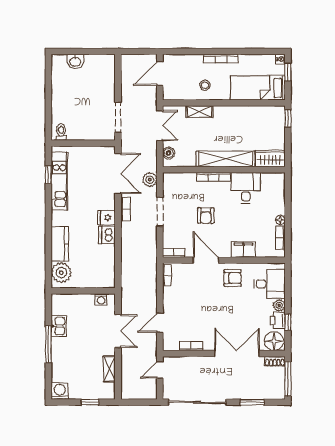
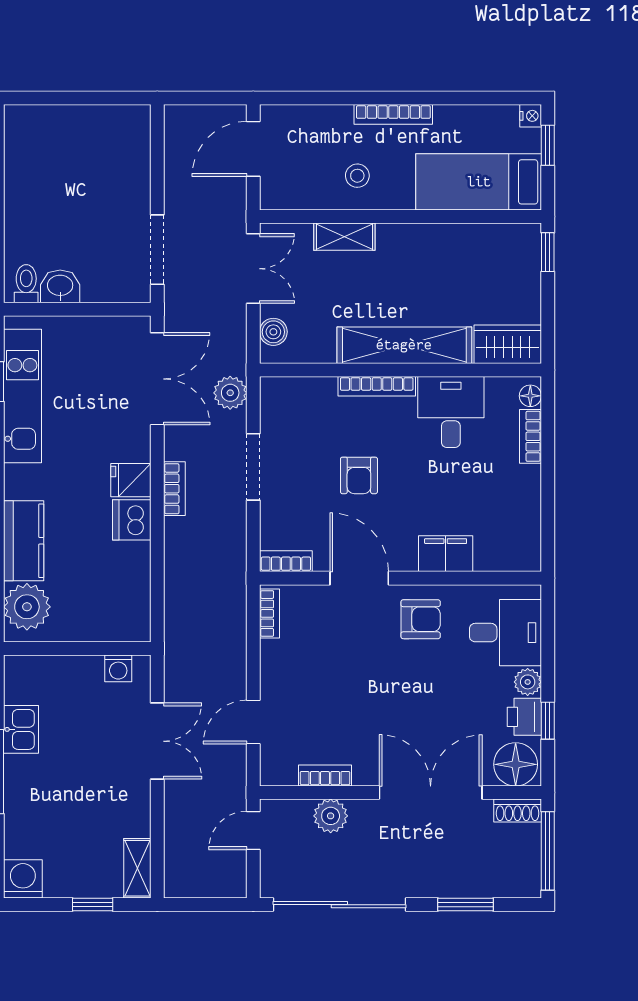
washbasin: (75, 61) -> (60, 286), moved, turned 180
bookcase: (126, 209) -> (174, 489), moved
floor lamp: (280, 220) -> (530, 396), moved
bookcase: (280, 238) -> (530, 436), moved
plant: (193, 364) -> (331, 816), added
shelving: (109, 369) -> (137, 868), moved

